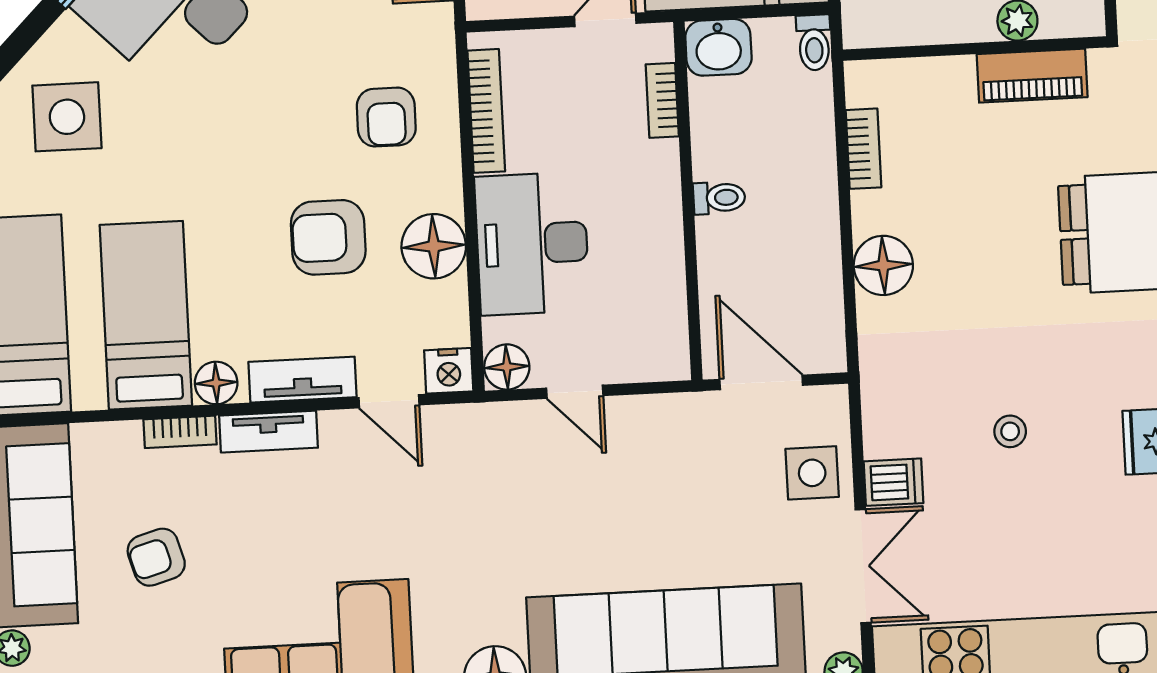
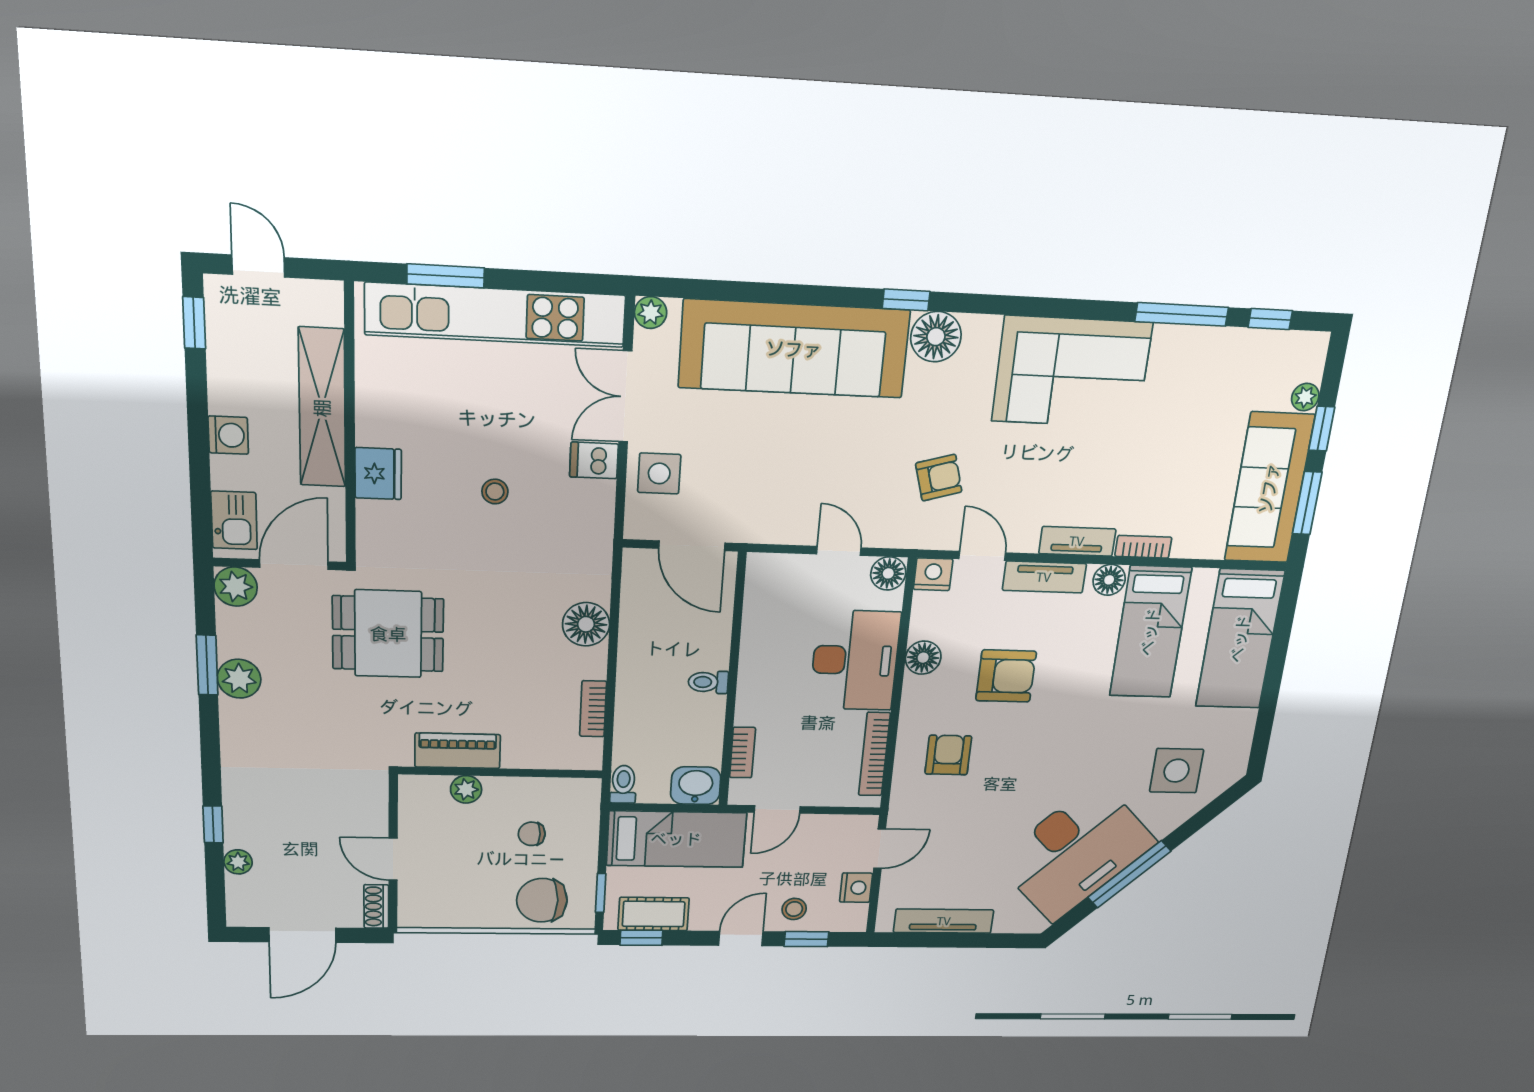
floor lamp: (434, 246) -> (923, 658), width x0.73, depth x0.73
armchair: (156, 557) -> (939, 478), moved

